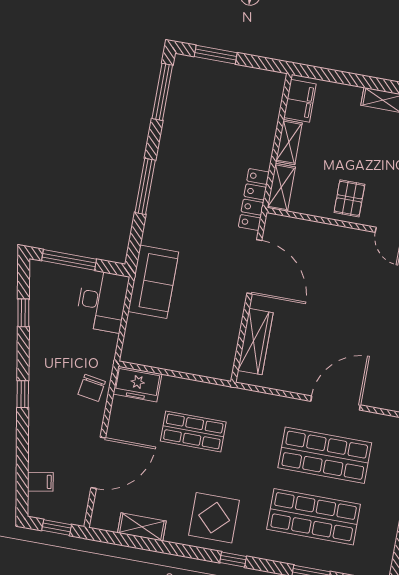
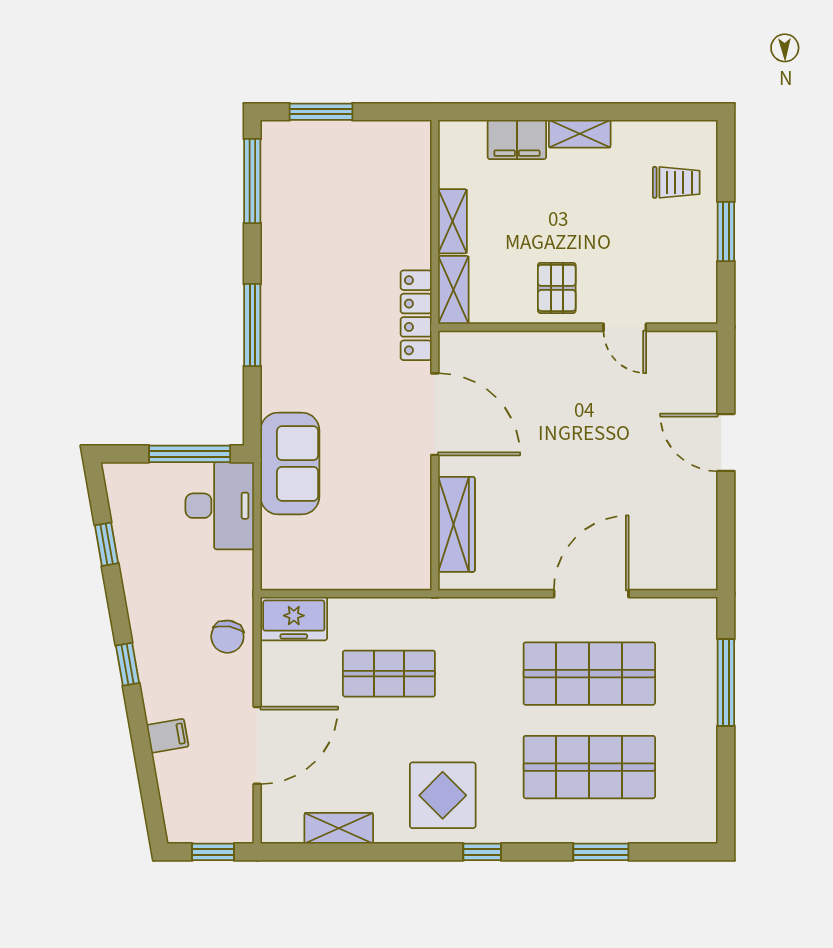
filing cabinet: (300, 101) -> (517, 140), moved, turned 90
window: (69, 260) -> (190, 454), moved
filing cabinet: (40, 482) -> (168, 736), moved

